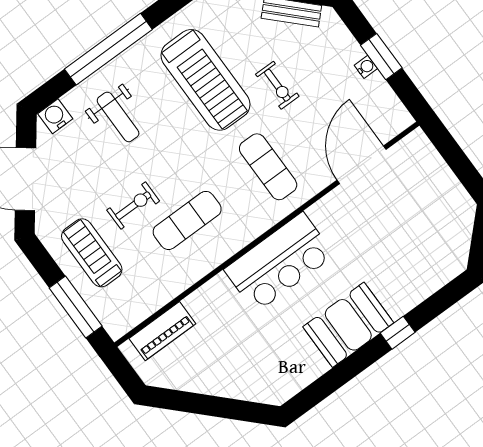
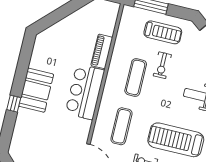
exercise mat: (268, 167) -> (121, 126), turned 90
piano: (162, 331) -> (102, 51), moved

